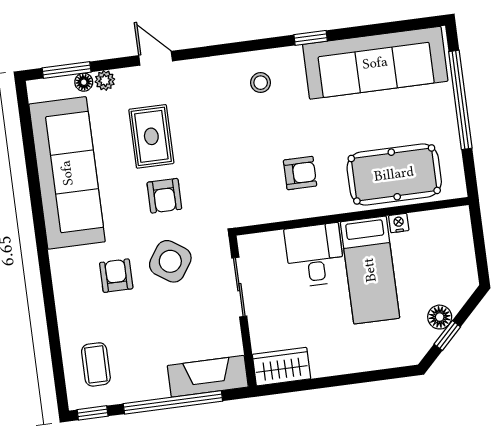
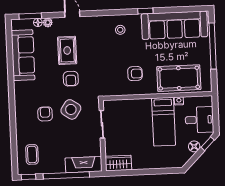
sofa: (67, 173) -> (23, 55), width x0.74, depth x0.79
desk: (315, 255) -> (199, 120), moved, turned 90
window: (447, 336) -> (208, 144), moved

